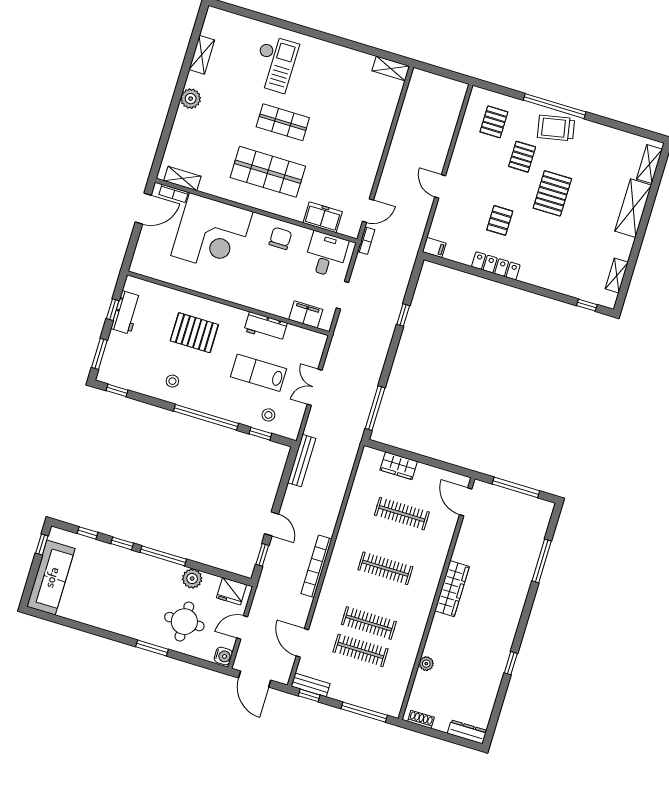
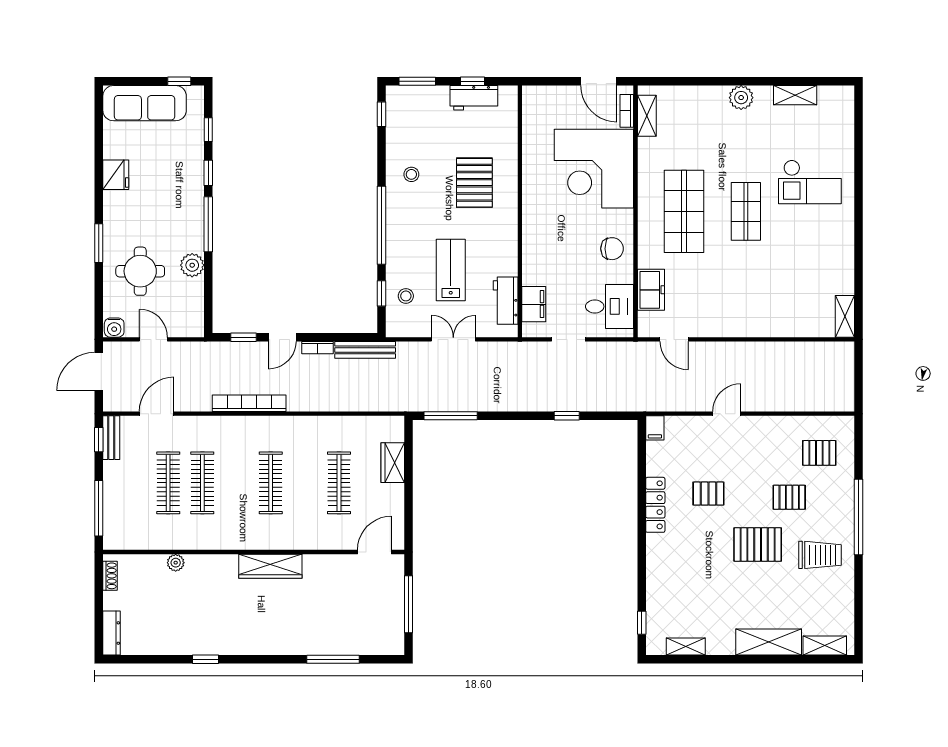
trolley: (556, 128) -> (820, 555), moved, turned 101
bookcase: (366, 241) -> (318, 348), moved
workbench: (266, 327) -> (506, 301), moved
fridge: (231, 591) -> (116, 175), moved, turned 180

